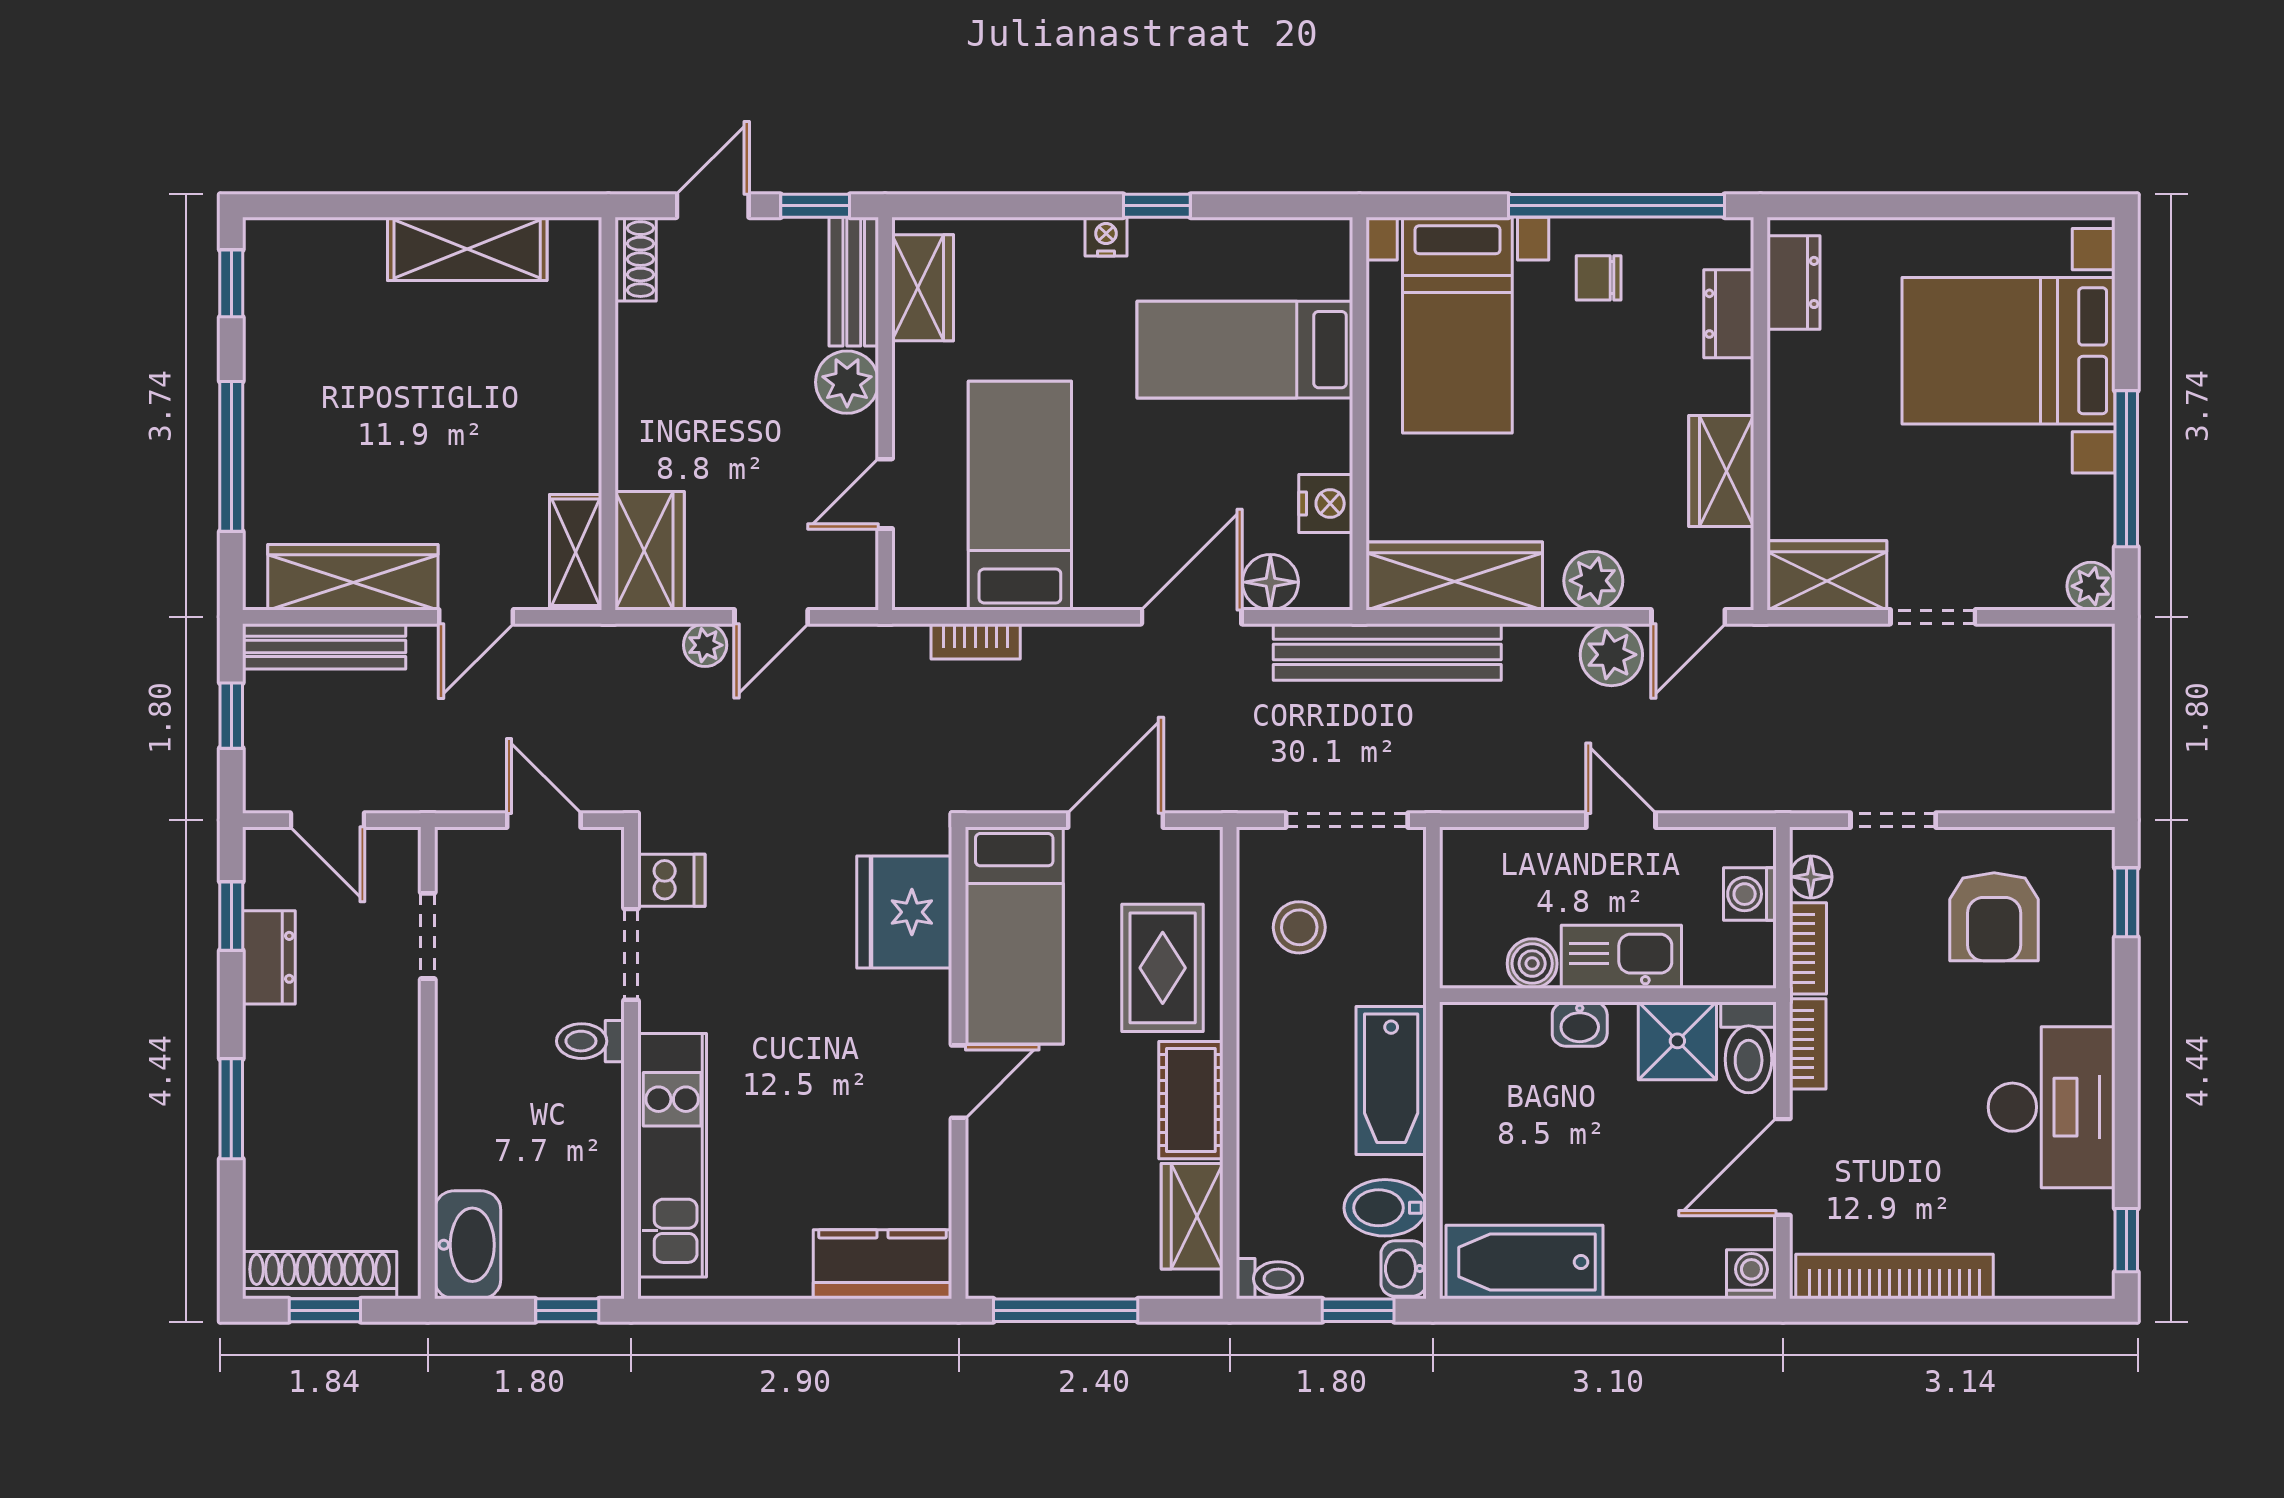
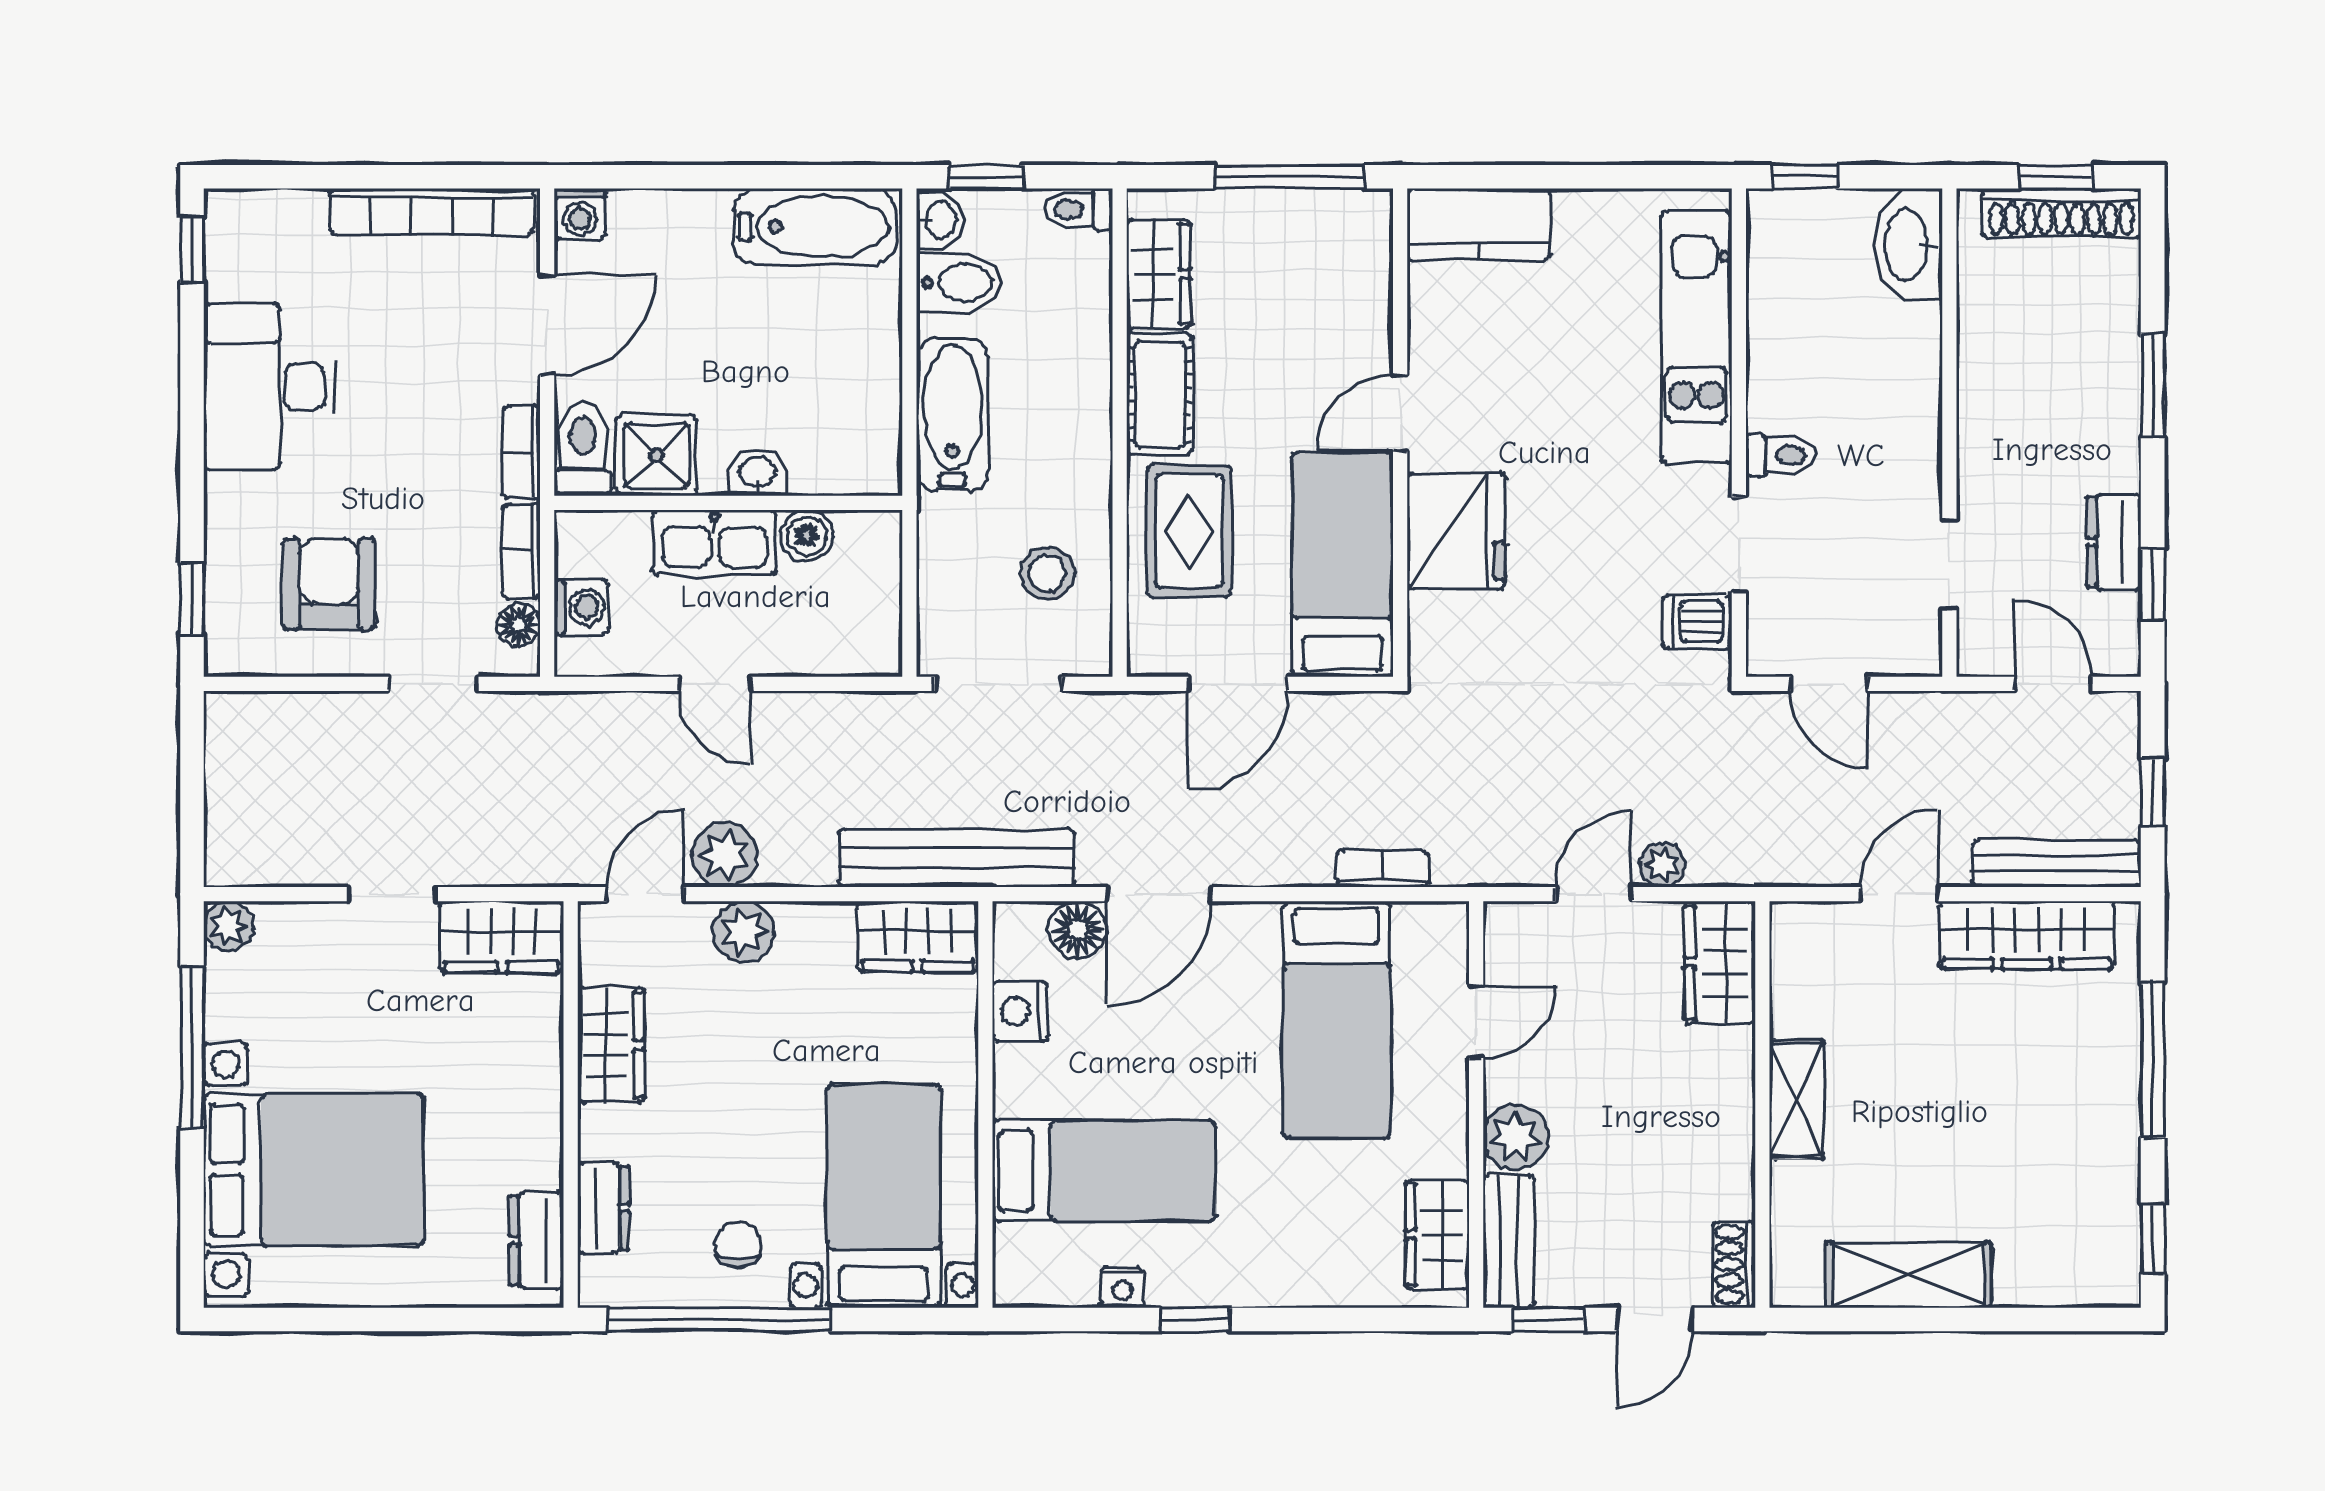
nightstand: (1106, 237) -> (1123, 1288), moved
chair: (1599, 278) -> (738, 1245), turned -90
shelving: (576, 552) -> (1796, 1100), moved
wardrobe: (1454, 576) -> (918, 936), width x0.67
fridge: (904, 912) -> (1456, 531), moved

